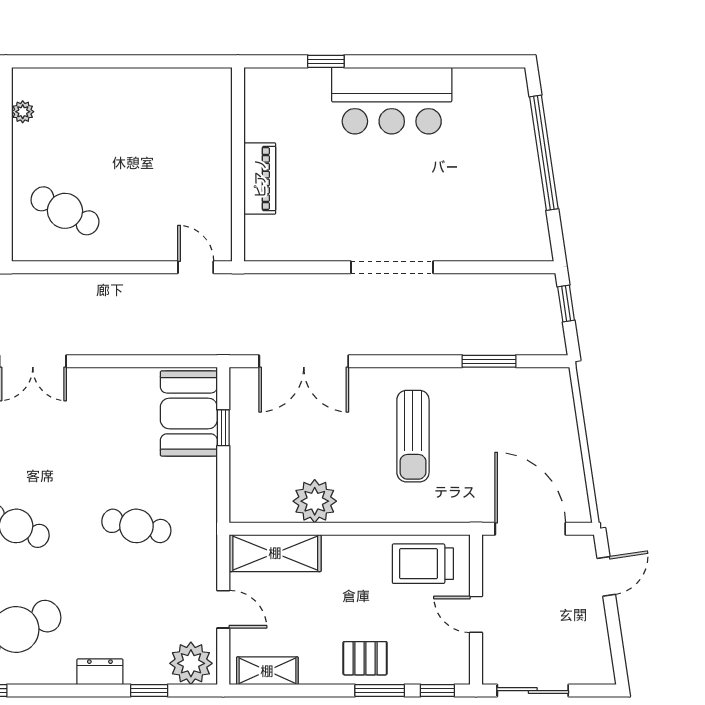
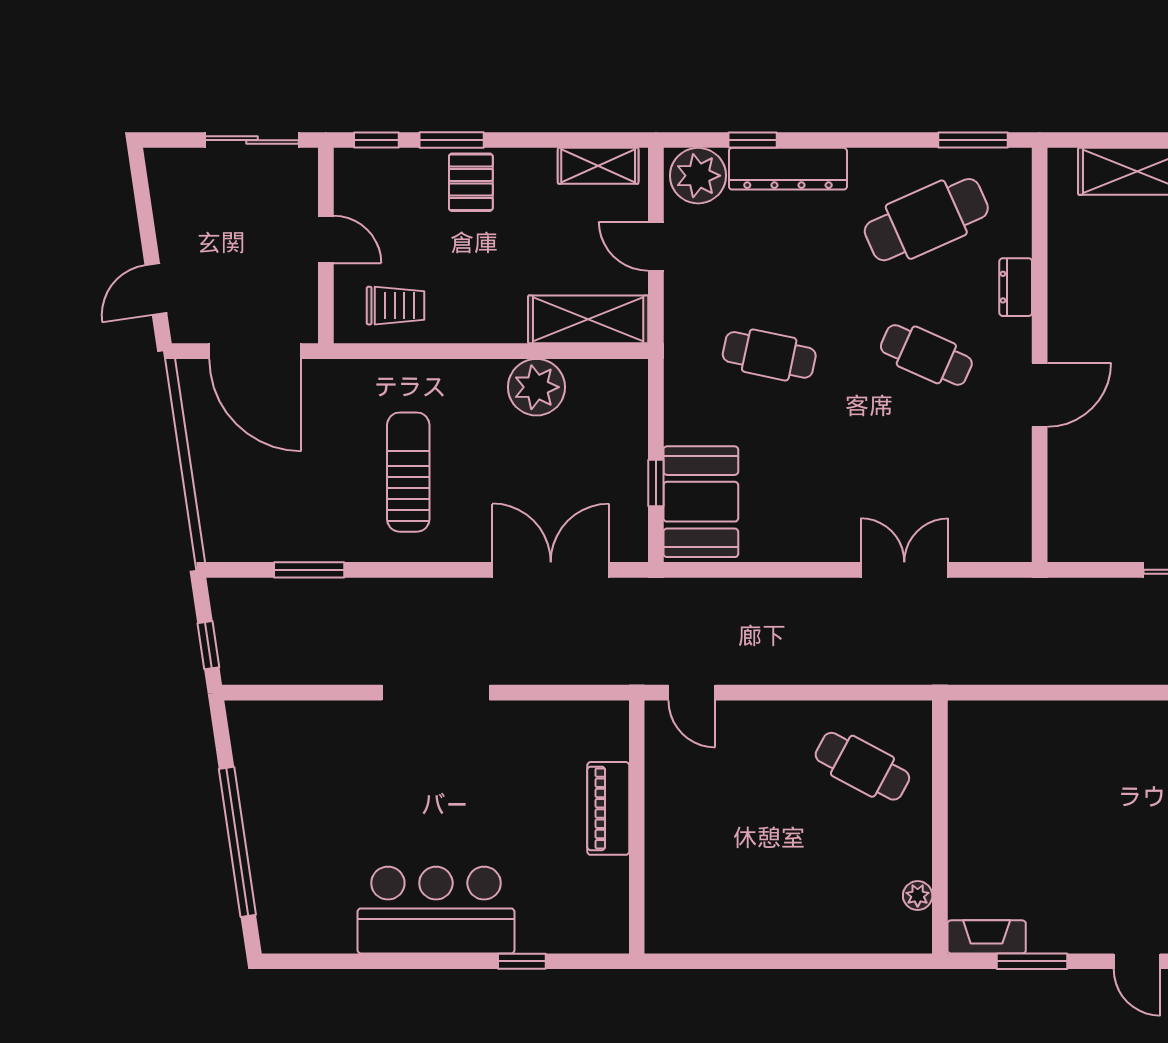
trolley: (423, 564) -> (395, 306), width x0.73, depth x0.72
pallet: (365, 658) -> (471, 182), turned 90
dresser: (100, 672) -> (788, 169), width x1.96, depth x1.24

